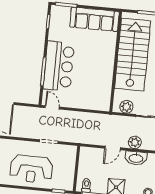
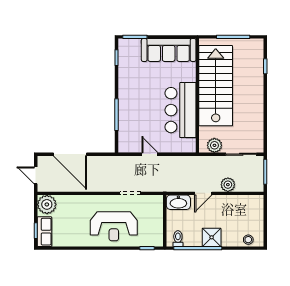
bar counter: (59, 66) -> (181, 110), moved, turned 180
door: (52, 107) -> (150, 154), moved
washbasin: (136, 158) -> (178, 202), moved

